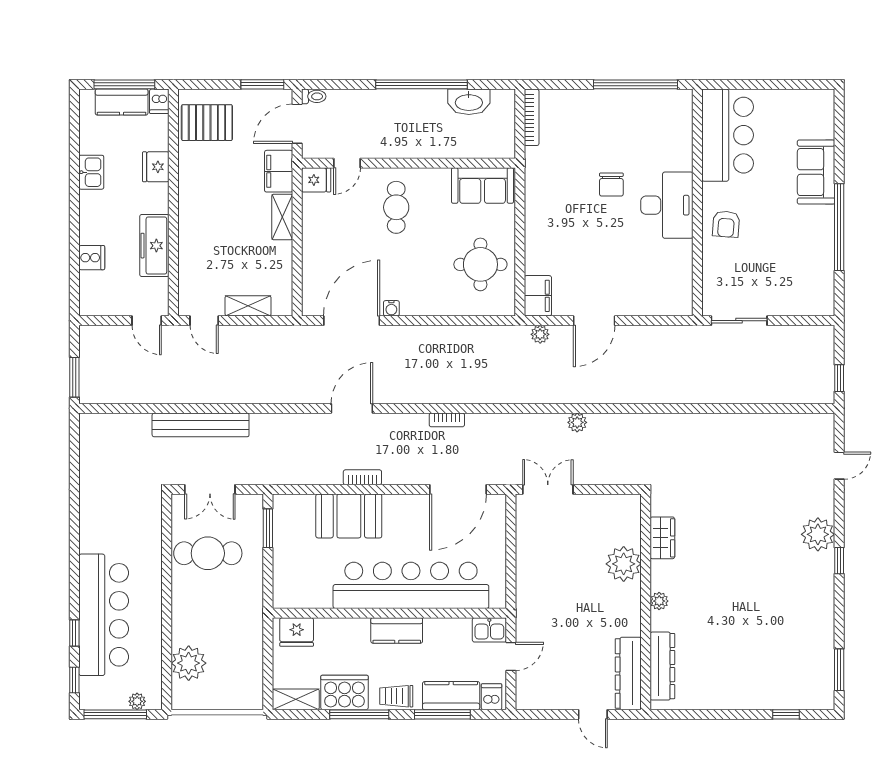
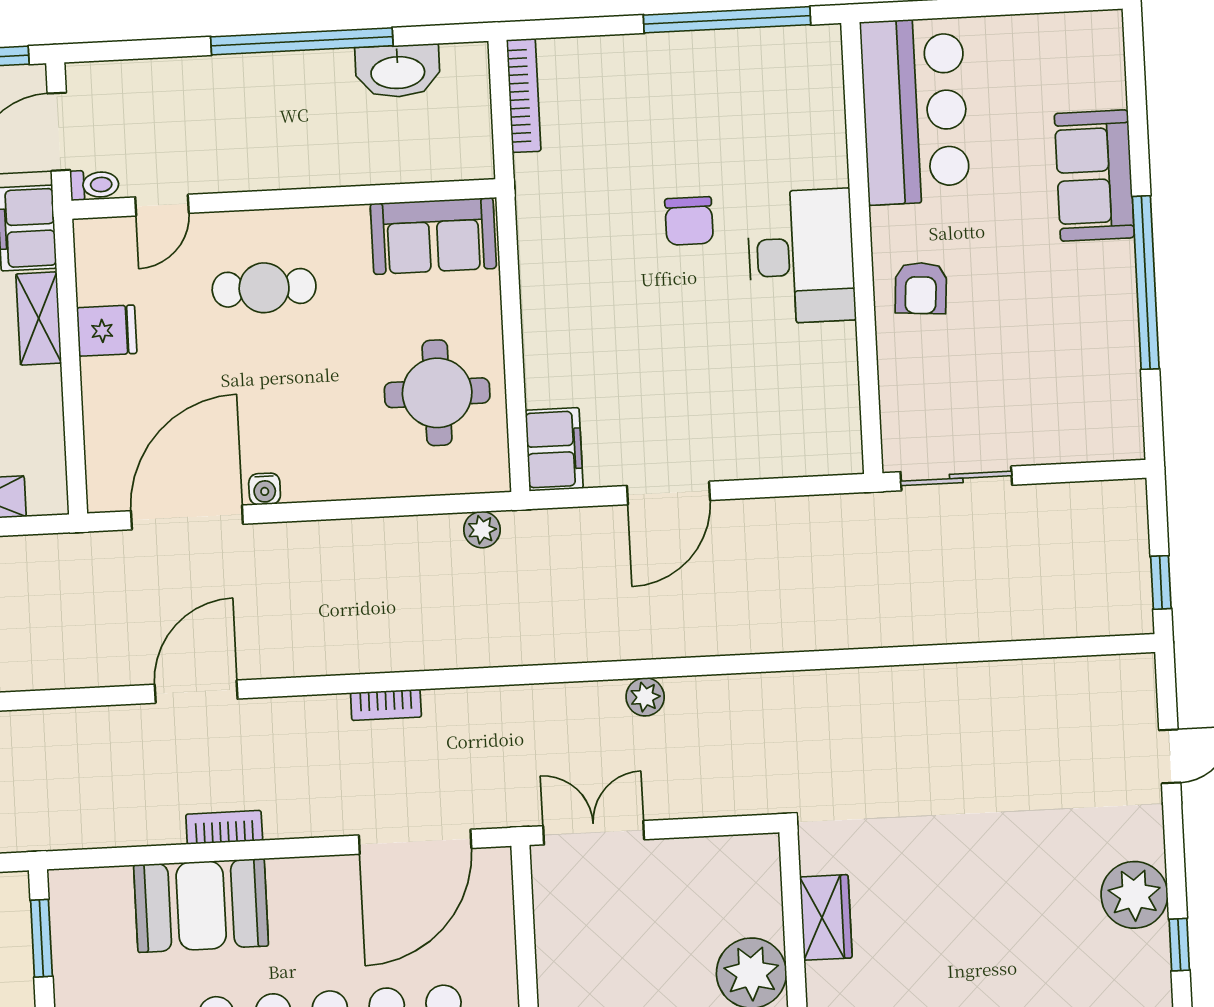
toilet: (314, 96) -> (94, 185), moved
fridge: (316, 180) -> (107, 331), moved
cafe table: (396, 207) -> (264, 288), turned 90
plant: (540, 334) -> (482, 530), moved

